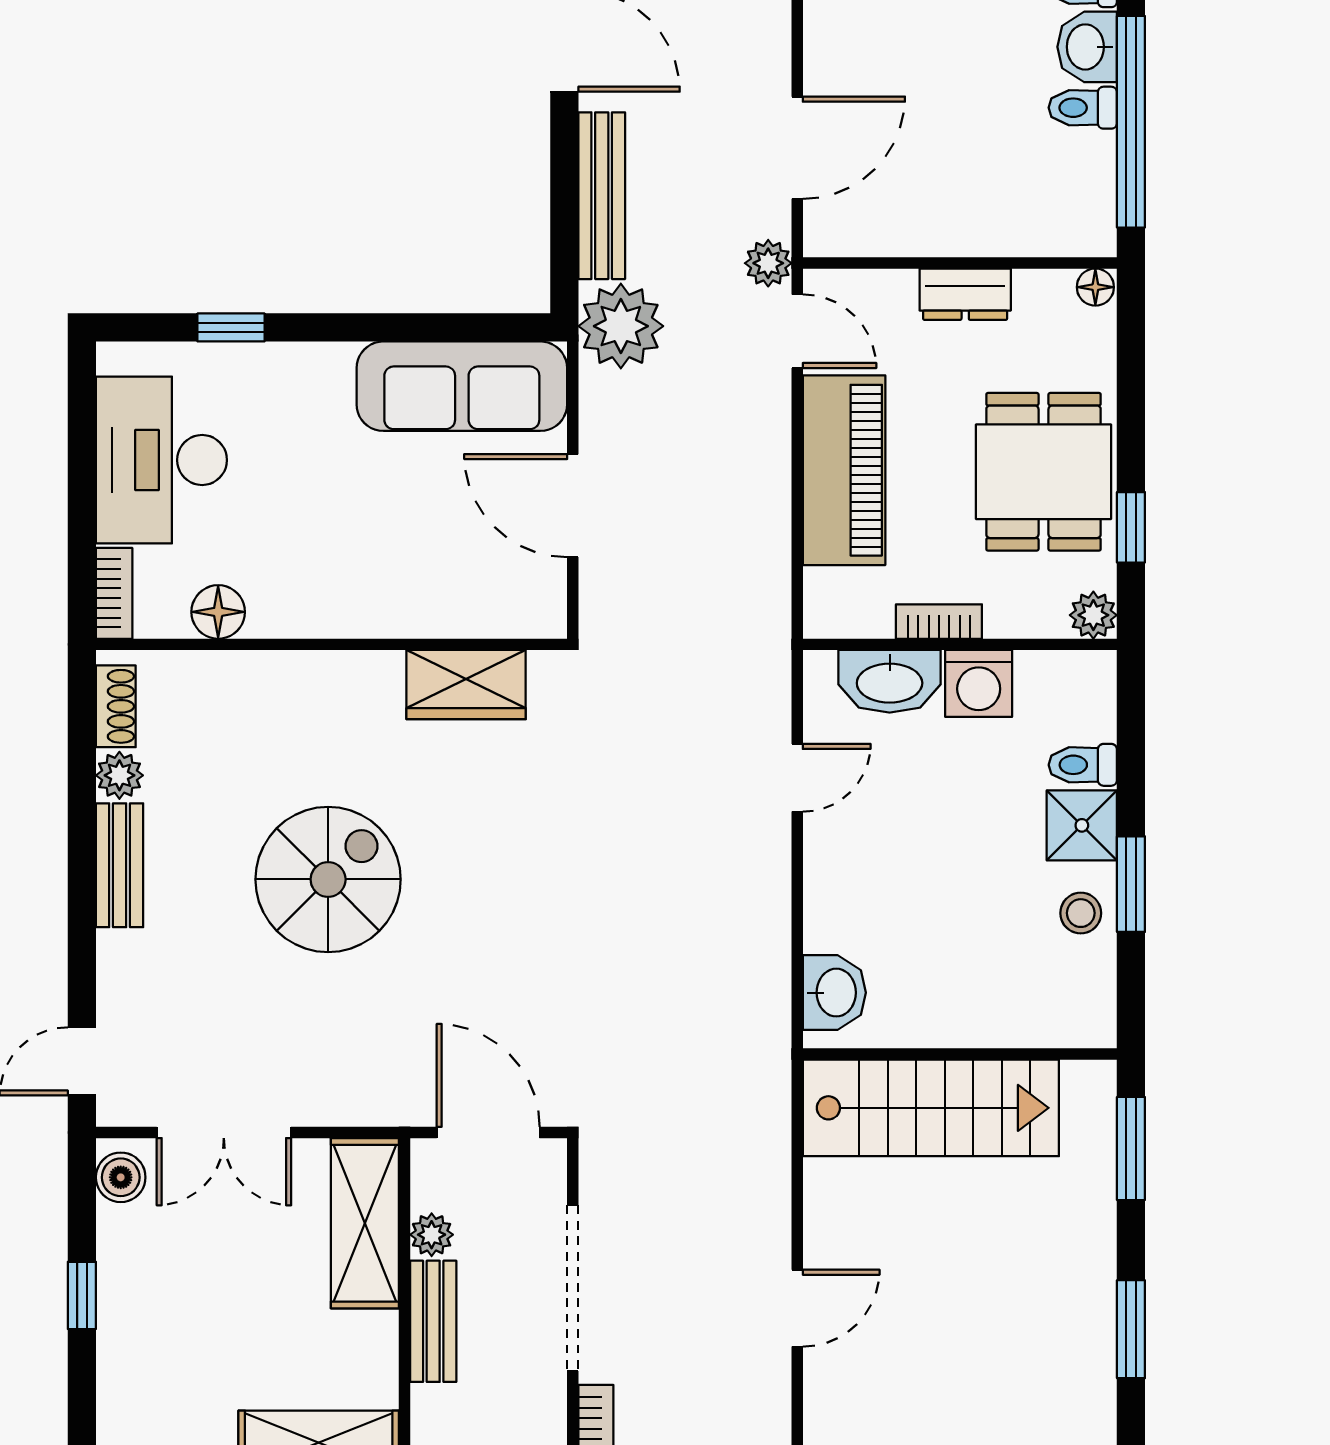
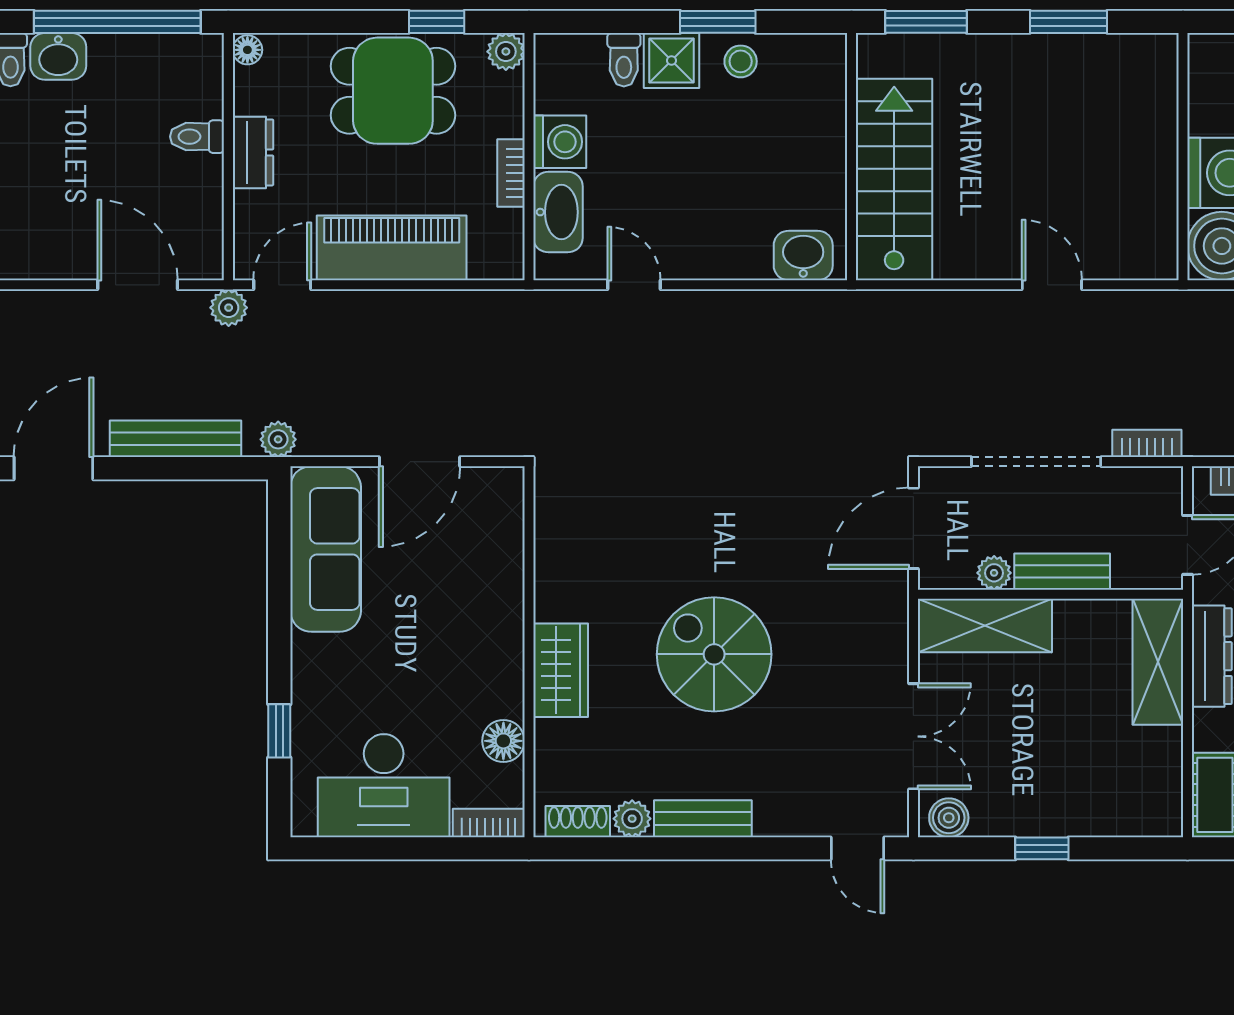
toilet: (1083, 108) -> (197, 137), moved, turned 90
plant: (621, 326) -> (278, 439), width x0.53, depth x0.53
wardrobe: (466, 685) -> (561, 670), moved

